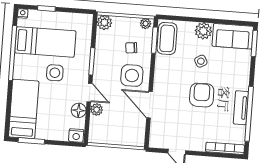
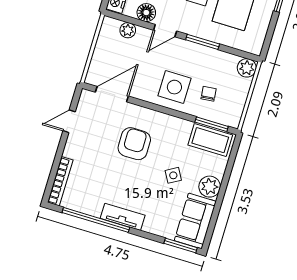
plant: (146, 24) -> (234, 118), removed
armchair: (202, 95) -> (134, 144), moved, turned -90
door: (150, 105) -> (112, 94), moved
tv unit: (241, 108) -> (123, 217), moved
plant: (97, 110) -> (128, 30), moved

